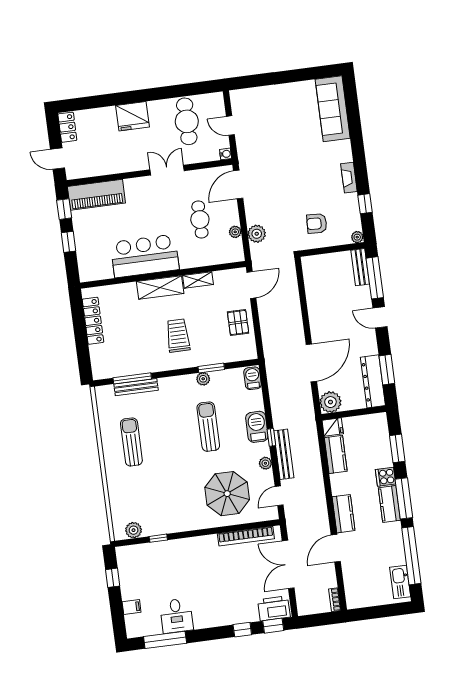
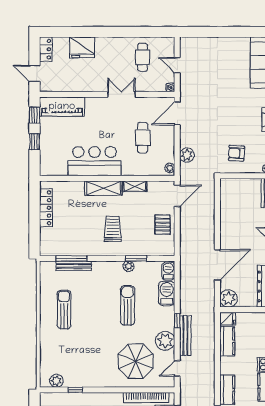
fridge: (132, 116) -> (82, 47), moved
cafe table: (187, 121) -> (143, 57), width x0.73, depth x0.74
plant: (235, 232) -> (170, 168), moved
barbecue: (257, 427) -> (167, 293), moved
plant: (265, 463) -> (165, 341), width x1.87, depth x1.87

